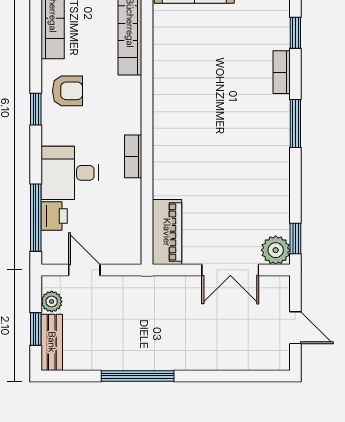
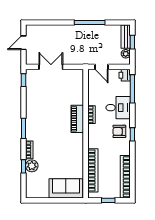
armchair: (67, 91) -> (119, 131), moved
printer: (54, 216) -> (125, 75), moved
piano: (167, 232) -> (77, 119), moved
plant: (276, 250) -> (32, 166), moved
door: (84, 270) -> (101, 67), moved
door: (295, 328) -> (23, 43), hinge flipped

